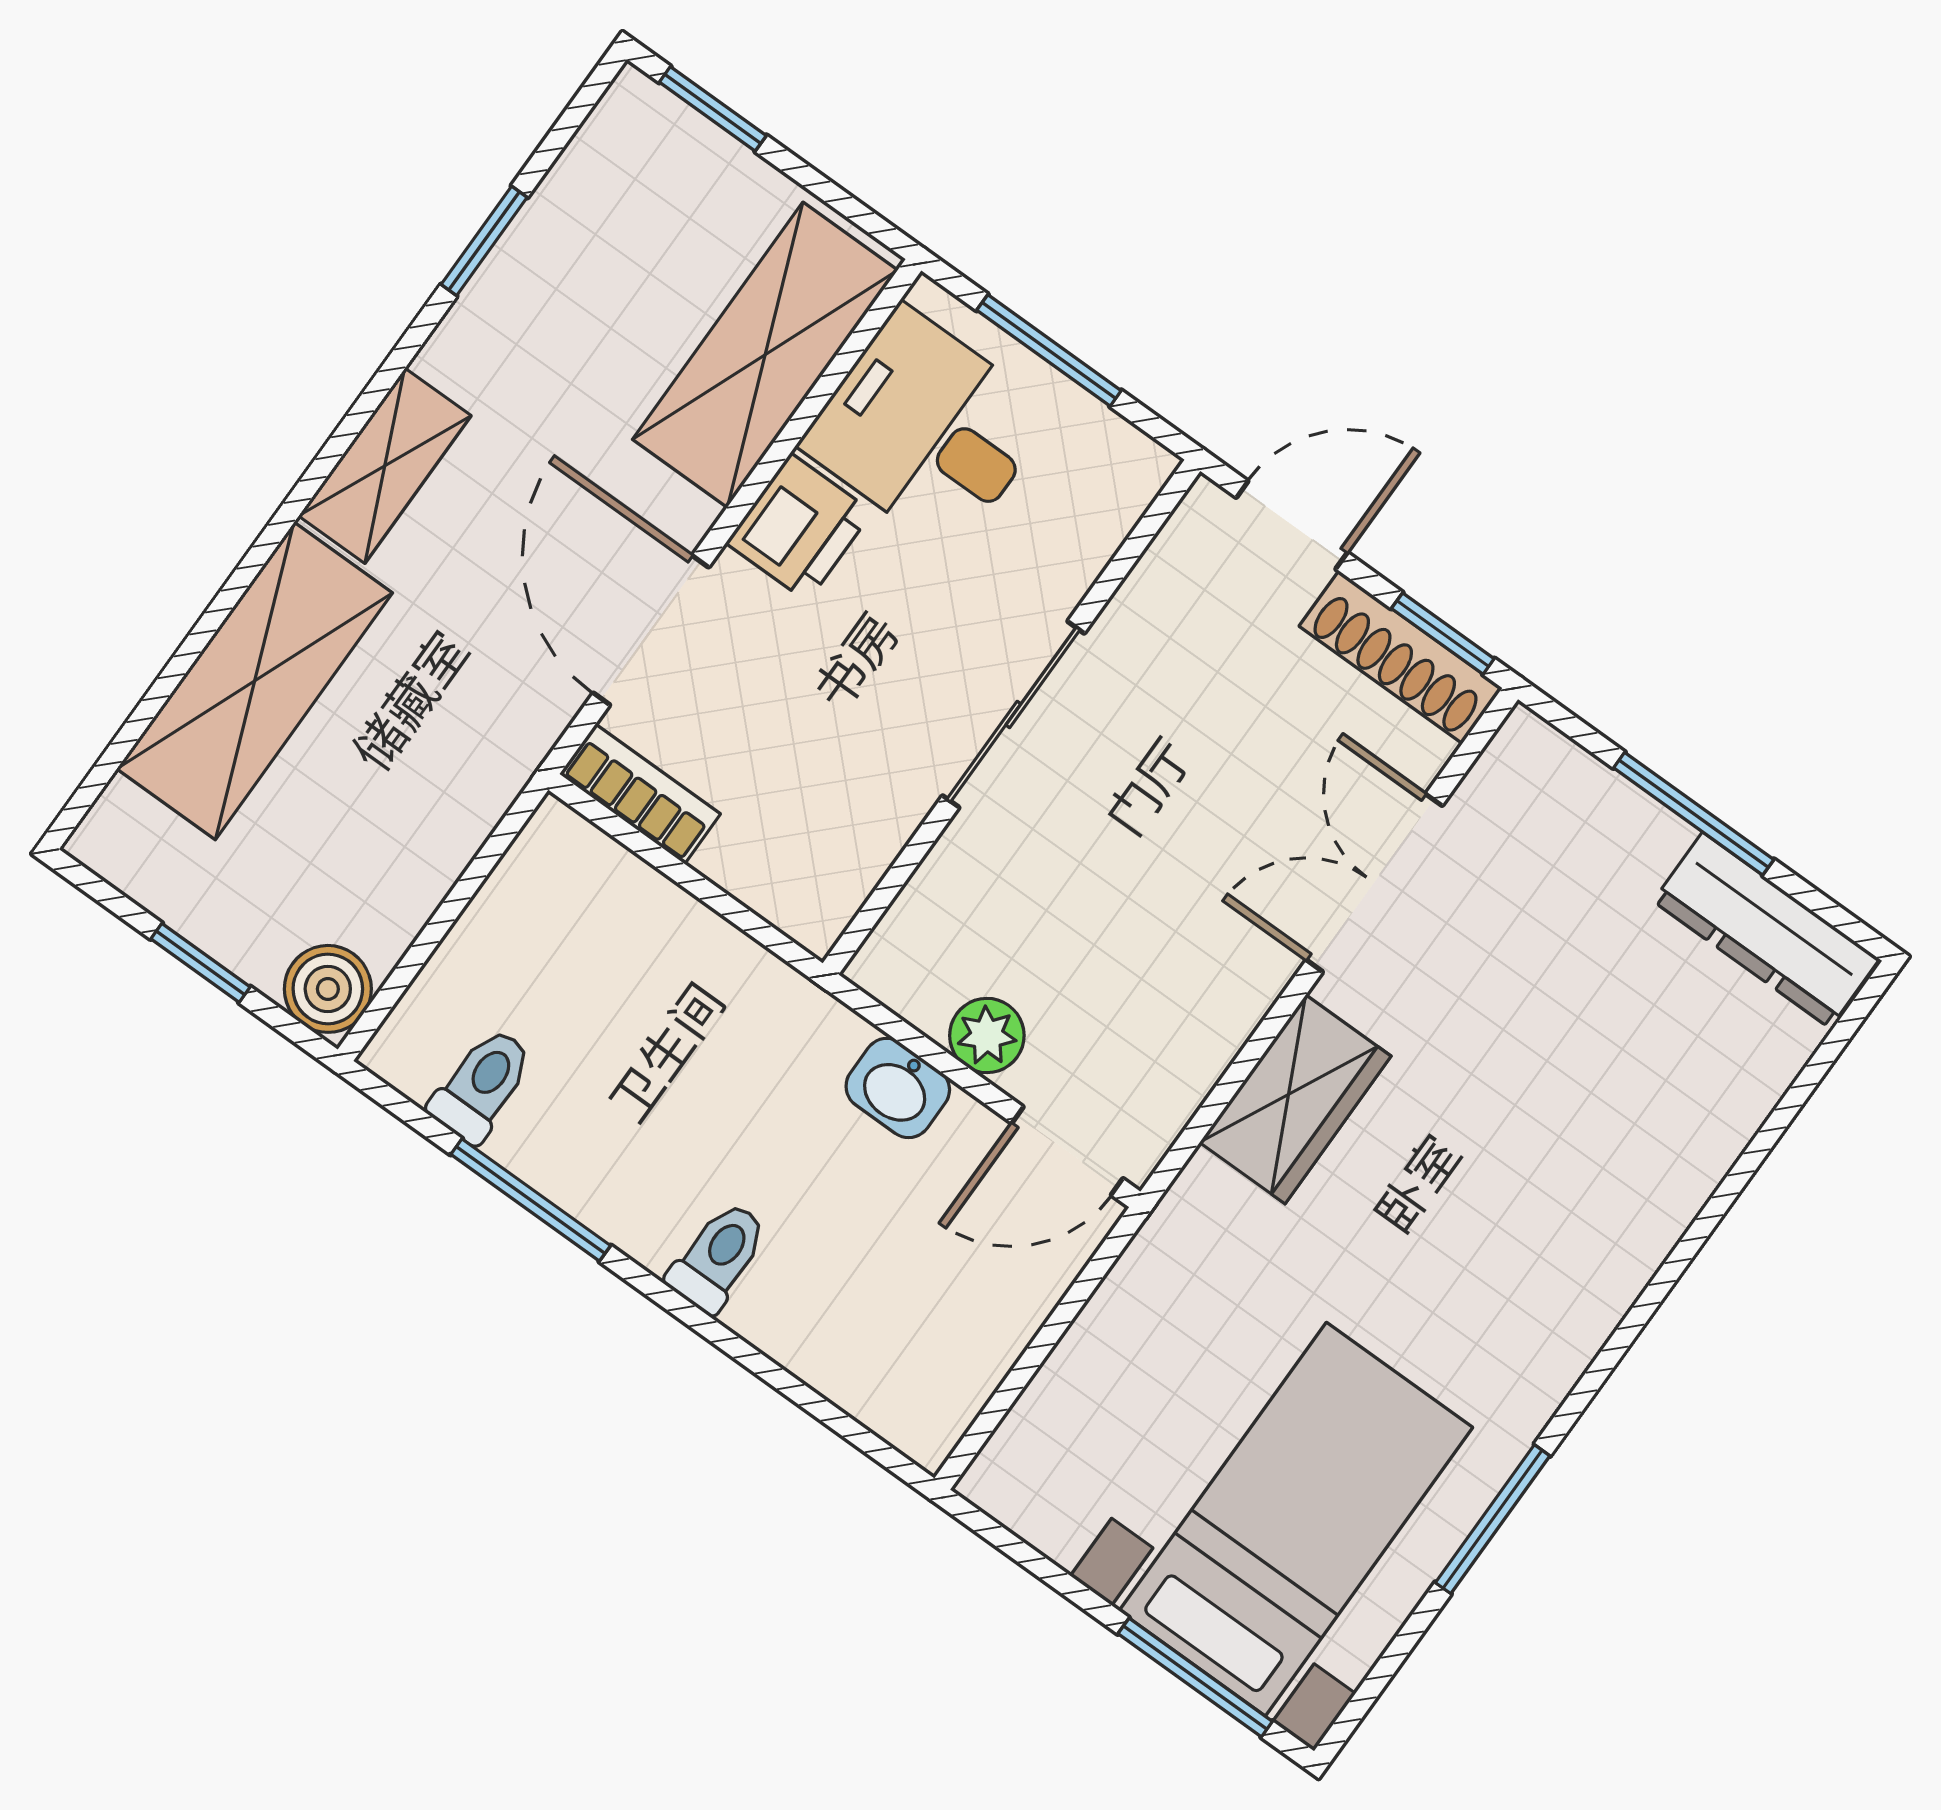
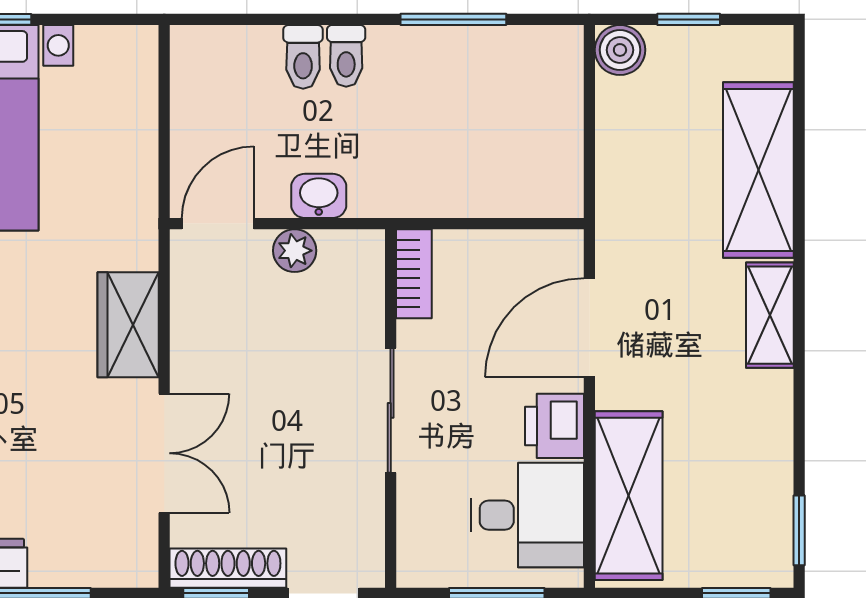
window: (484, 241) -> (799, 530), moved
door: (651, 630) -> (589, 328), swing flipped
bookcase: (640, 794) -> (414, 274), moved, turned -90
toilet: (482, 1085) -> (303, 57), moved

